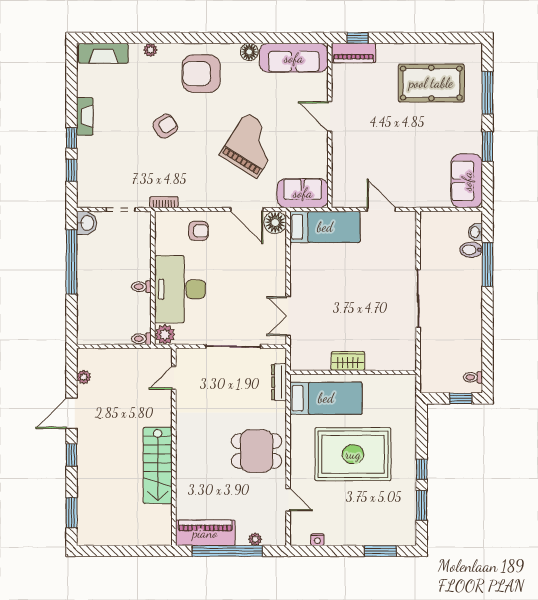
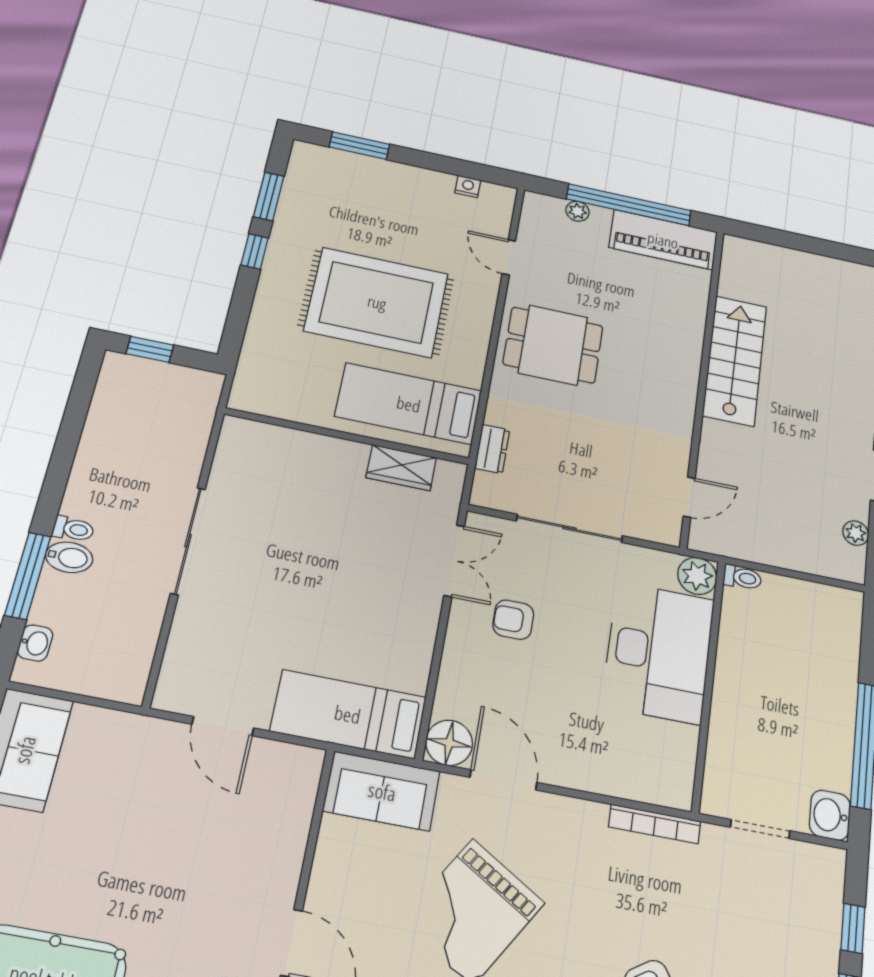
bookcase: (164, 202) -> (655, 824), width x1.56
armchair: (198, 231) -> (513, 620), moved
bidet: (471, 250) -> (69, 557), moved
toilet: (142, 287) -> (733, 672), removed
wardrobe: (348, 361) -> (401, 468), moved
toilet: (473, 377) -> (73, 529), moved
dresser: (279, 382) -> (492, 449), width x0.70

